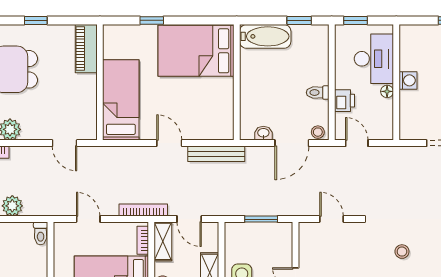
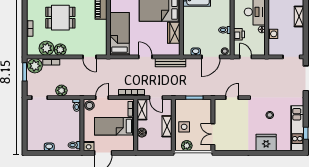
washing machine: (408, 80) -> (273, 34), moved
wardrobe: (222, 98) -> (174, 33), added
door: (88, 219) -> (102, 98), hinge flipped
door: (332, 219) -> (232, 98), hinge flipped
stool: (65, 234) -> (89, 105), added

